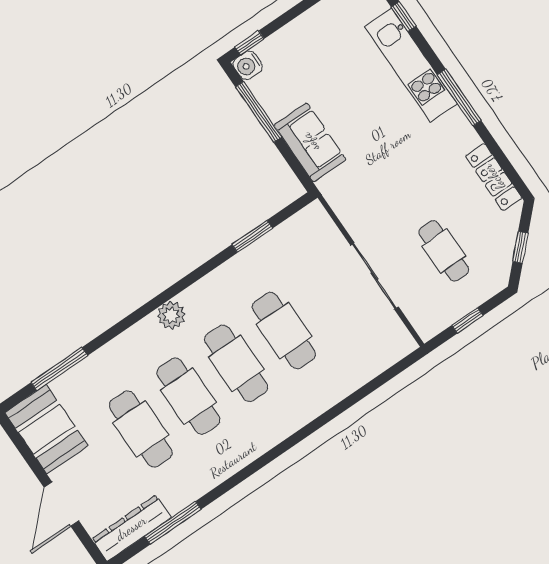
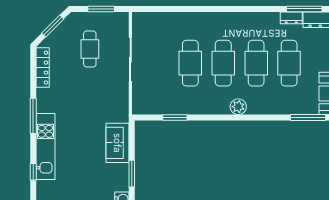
window: (259, 112) -> (132, 174), width x0.69
window: (520, 247) -> (53, 26), width x1.50
window: (467, 320) -> (101, 9), width x1.50
dresser: (183, 497) -> (291, 18), added

